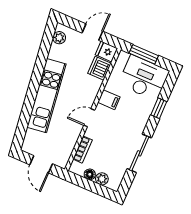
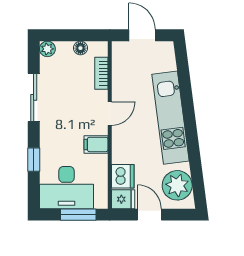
door: (92, 32) -> (149, 215), swing flipped
plant: (59, 38) -> (177, 185), width x1.87, depth x1.87
plant: (102, 179) -> (47, 49), moved

